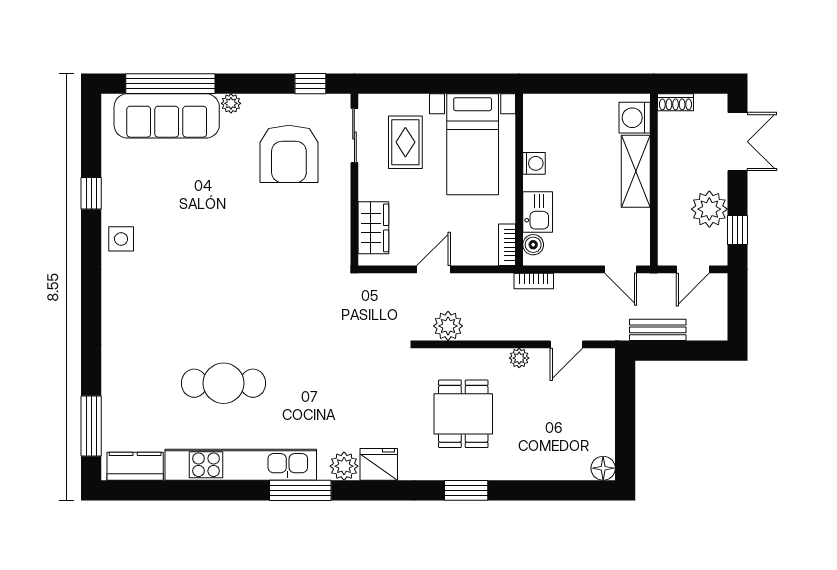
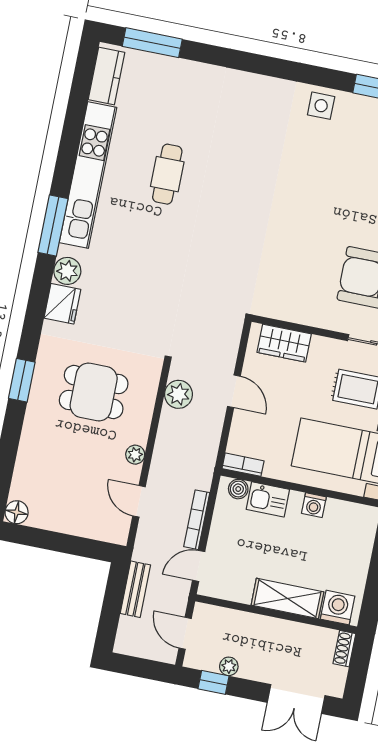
plant: (709, 209) -> (229, 666), width x0.53, depth x0.53
bookcase: (534, 281) -> (197, 520), moved, width x1.56
cafe table: (224, 383) -> (167, 174), width x0.73, depth x0.74

